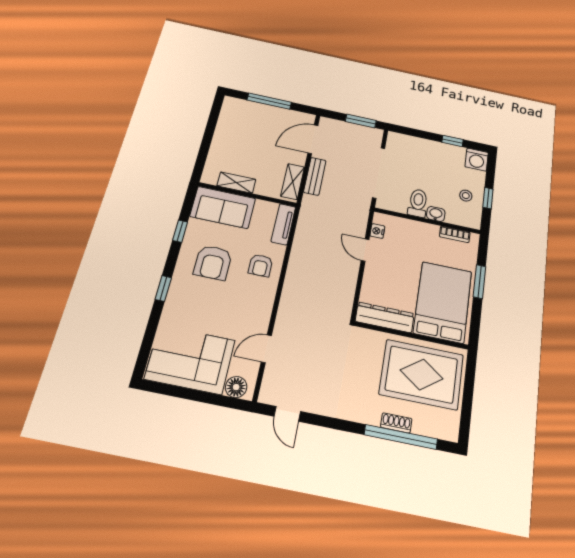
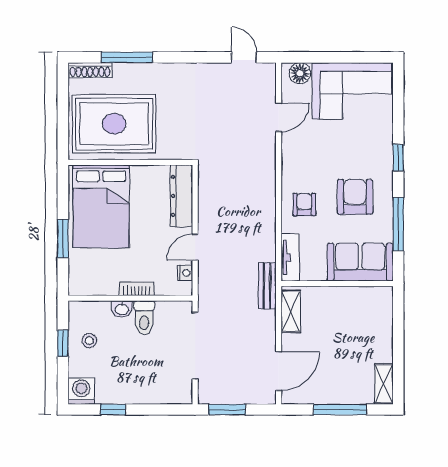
bench: (315, 176) -> (267, 286), moved
shelving: (236, 183) -> (384, 384), moved, turned 90
window: (180, 231) -> (398, 224), width x2.17
bookcase: (455, 234) -> (137, 289), moved
door: (365, 250) -> (195, 247), swing flipped
dresser: (385, 317) -> (182, 196), moved, turned 90
shoe rack: (396, 423) -> (90, 70), moved, width x1.43
window: (401, 437) -> (127, 57), width x0.68

